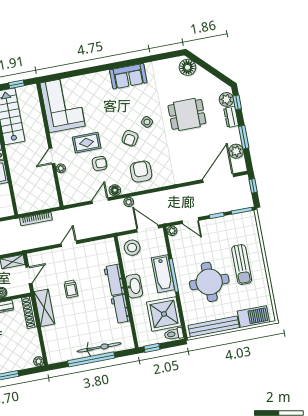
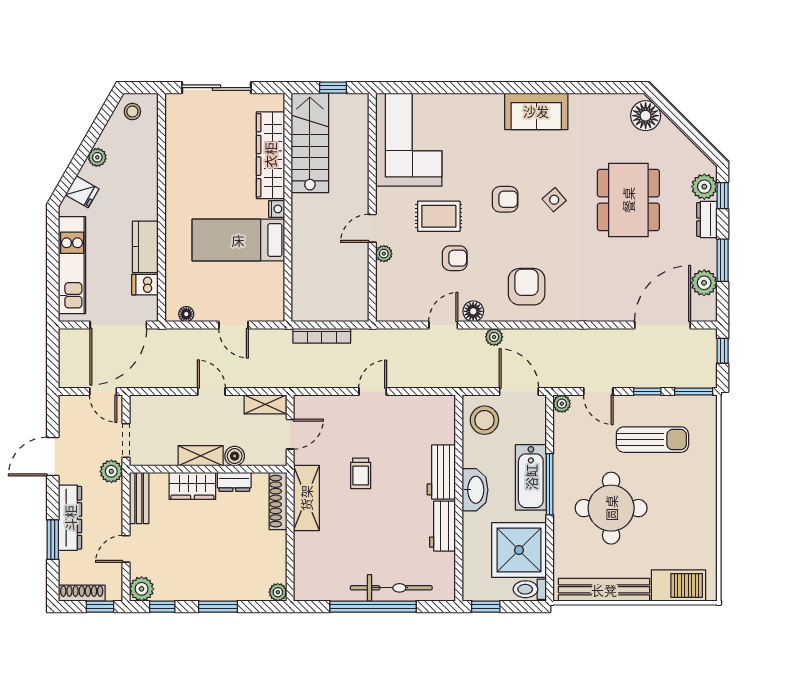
dining table: (187, 114) -> (628, 200), width x1.38
armchair: (130, 138) -> (505, 199), moved, turned -121
sun lounger: (242, 265) -> (652, 440), moved, turned -90

